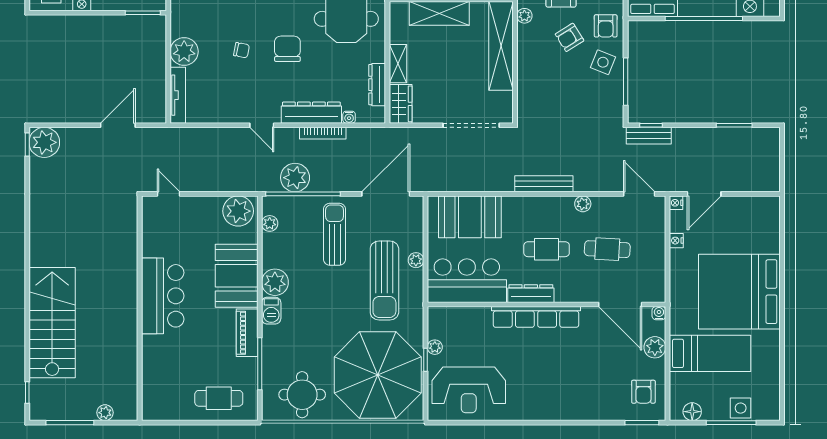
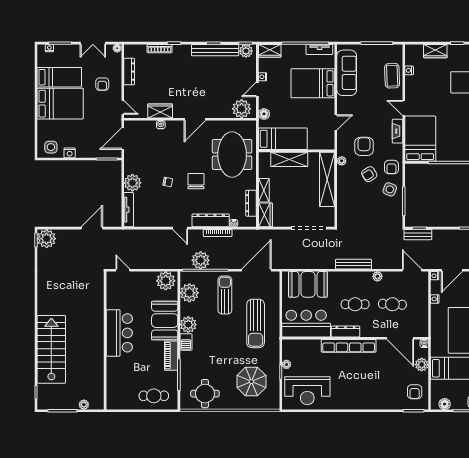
plant: (270, 223) -> (189, 293), width x1.88, depth x1.88
plant: (416, 260) -> (275, 311), removed
parasol: (378, 375) -> (251, 382), width x0.54, depth x0.54

